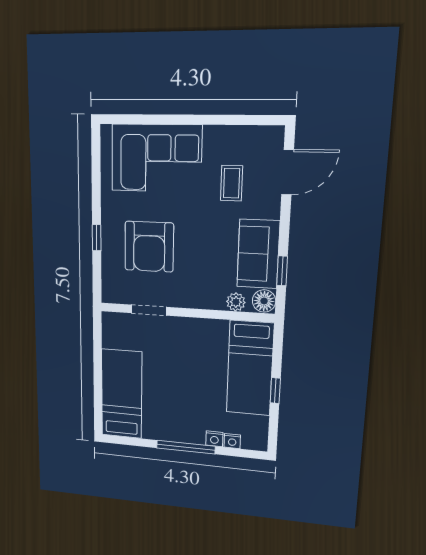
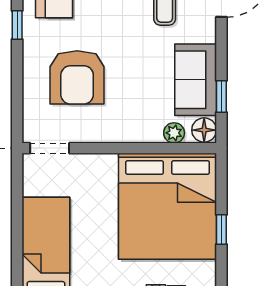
window: (97, 238) -> (17, 25), moved
doorway: (149, 310) -> (50, 148), moved
bed: (250, 368) -> (168, 206), width x2.04

